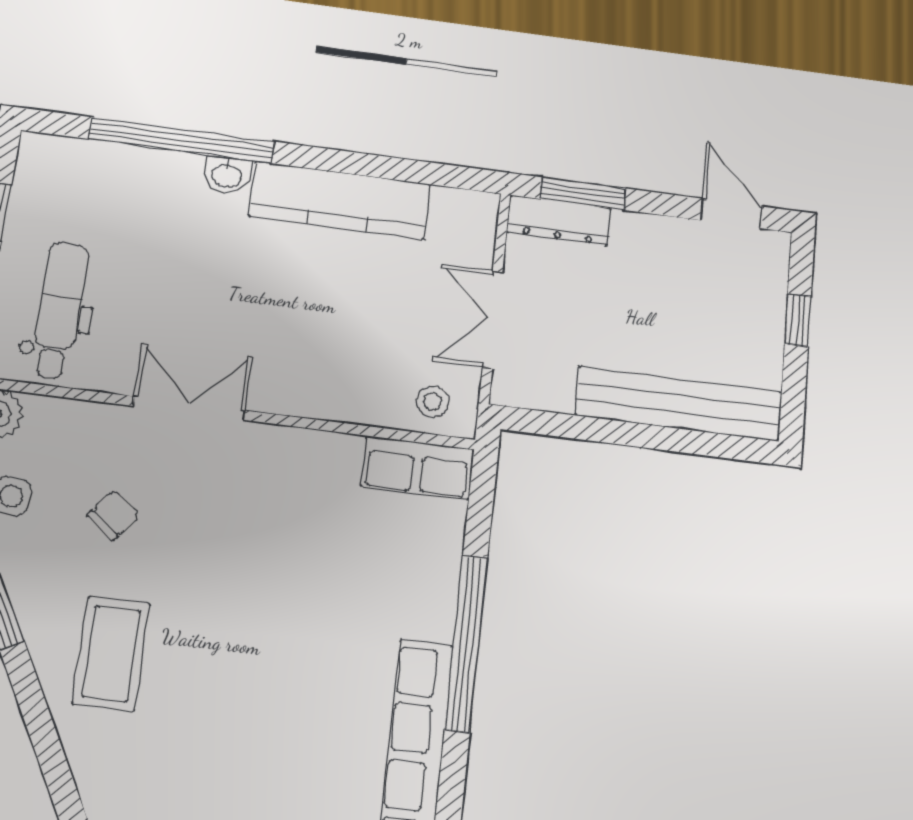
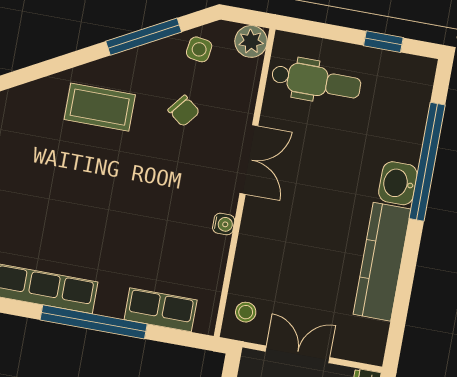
washbasin: (227, 175) -> (398, 183), width x1.38, depth x1.45
water cooler: (295, 443) -> (224, 224), added
row of seats: (417, 468) -> (161, 310), moved, turned 90

